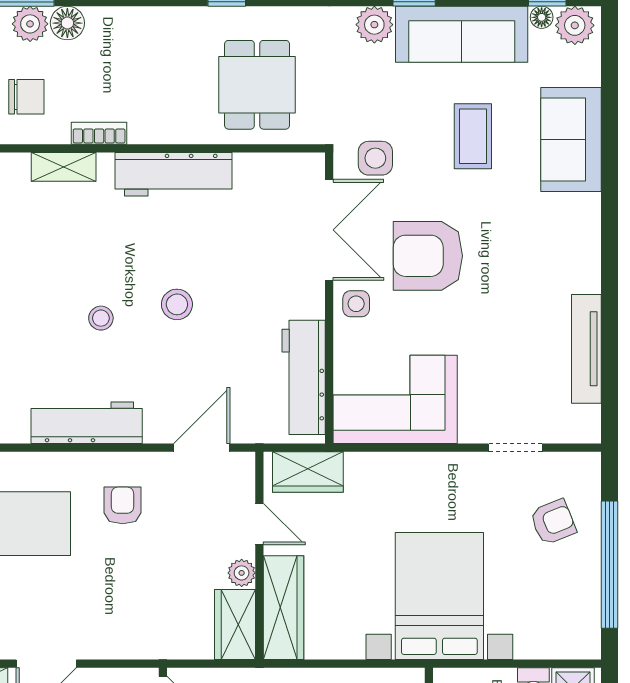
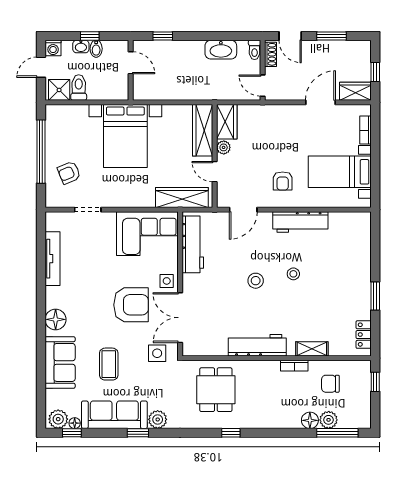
floor lamp: (580, 226) -> (56, 319), added
wardrobe: (308, 472) -> (182, 197), width x1.50

